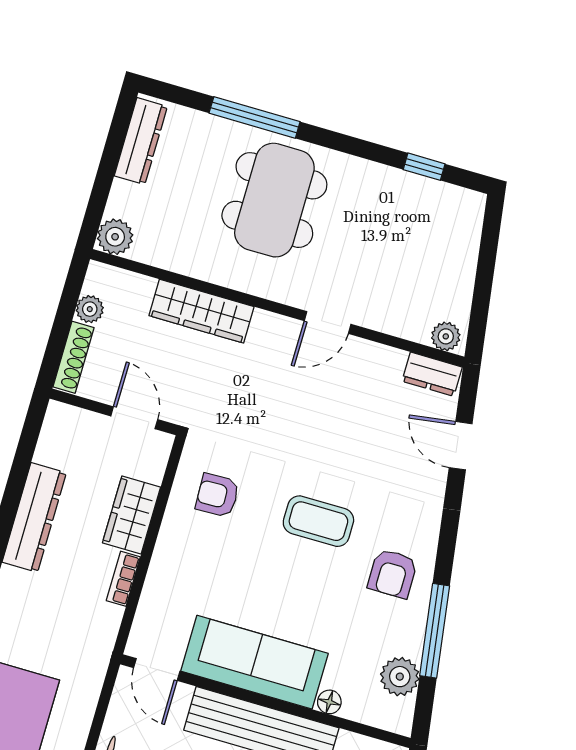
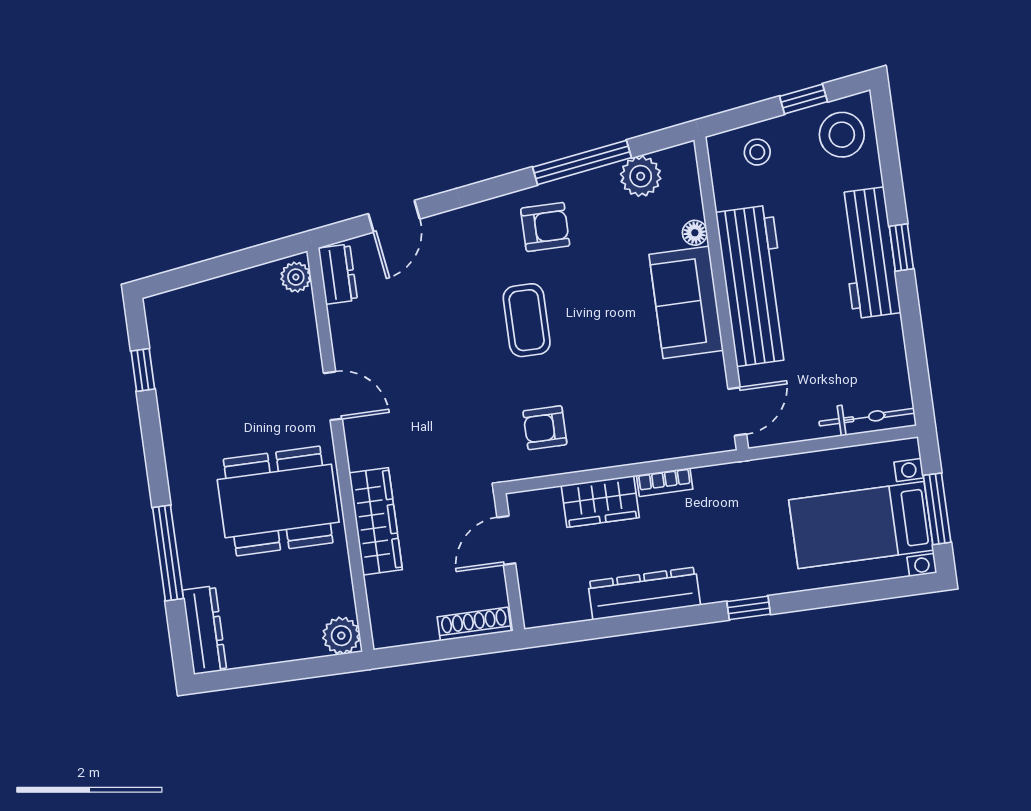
dresser: (141, 141) -> (204, 630), moved, turned 90
dining table: (274, 200) -> (278, 501), moved
plant: (90, 309) -> (421, 629), removed
armchair: (217, 495) -> (545, 428), turned 92
sofa: (254, 662) -> (686, 302), width x0.73

